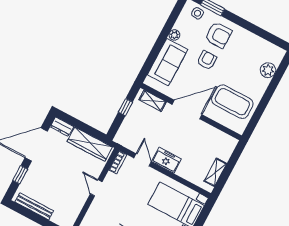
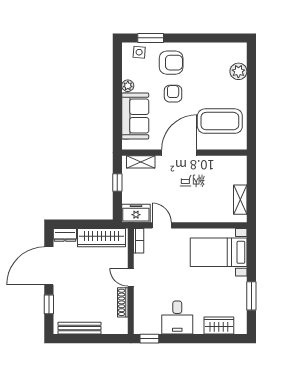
freezer: (166, 160) -> (136, 213), moved
shoe rack: (79, 204) -> (123, 302), added

